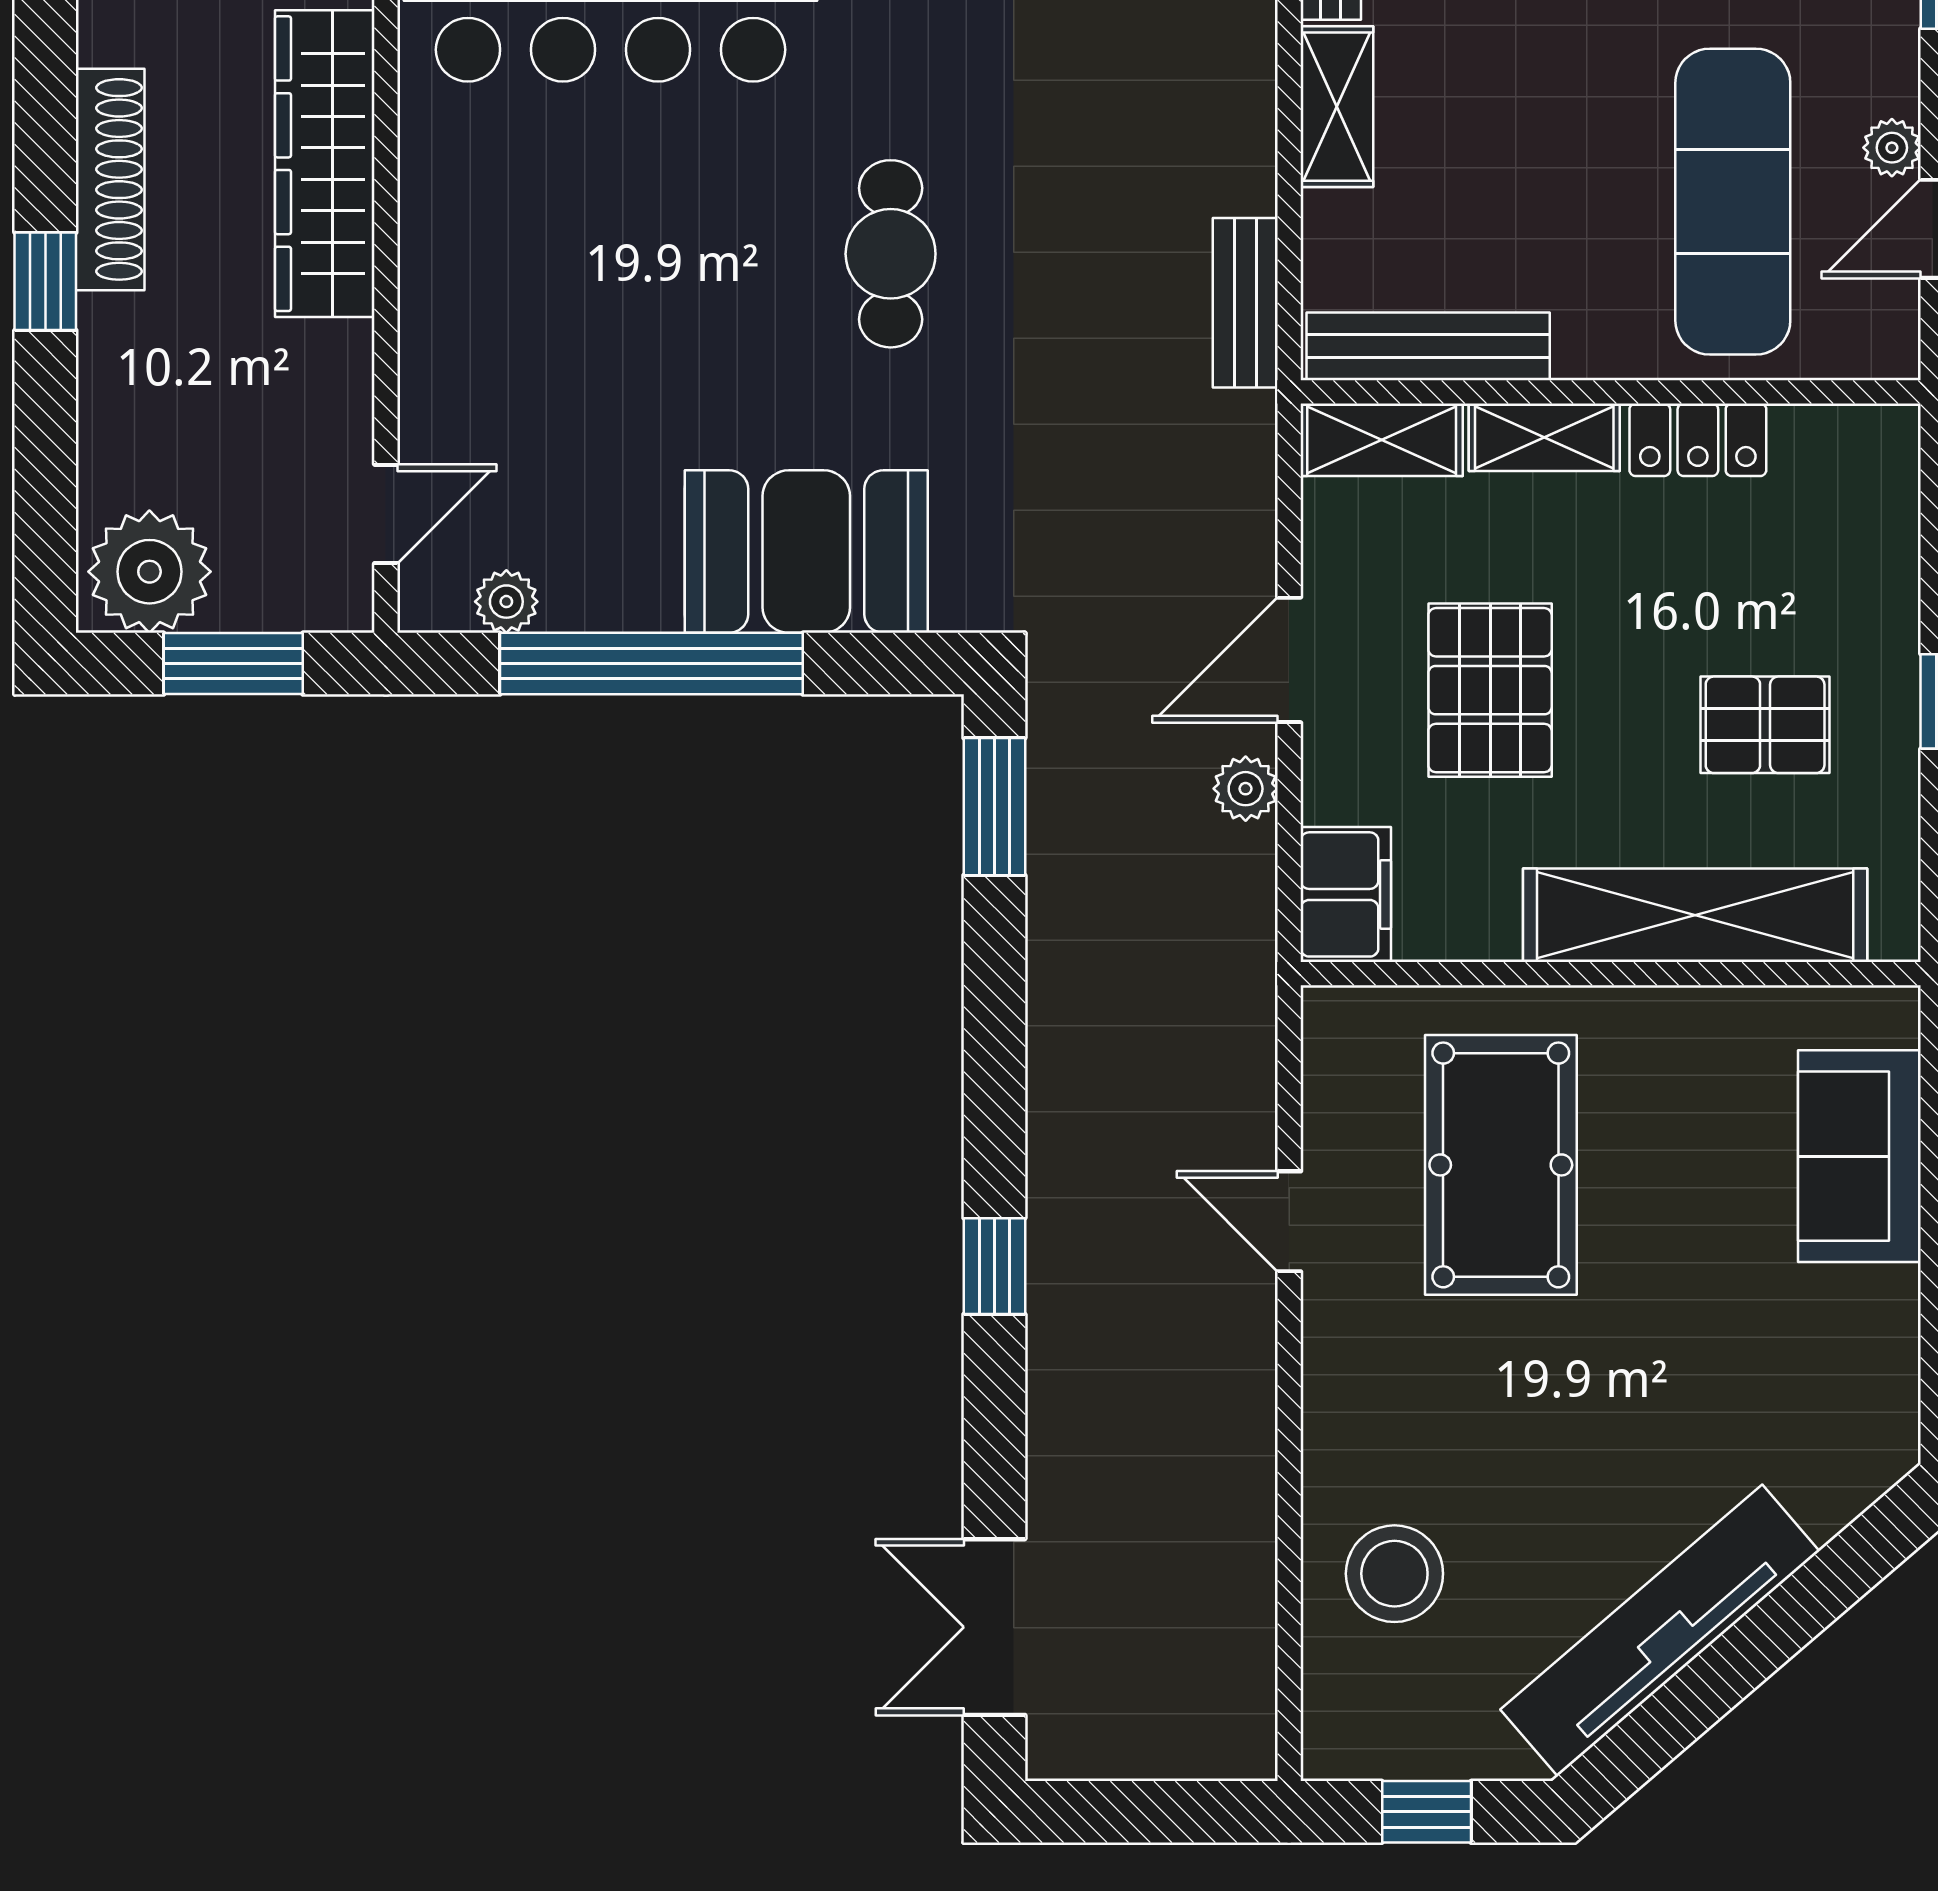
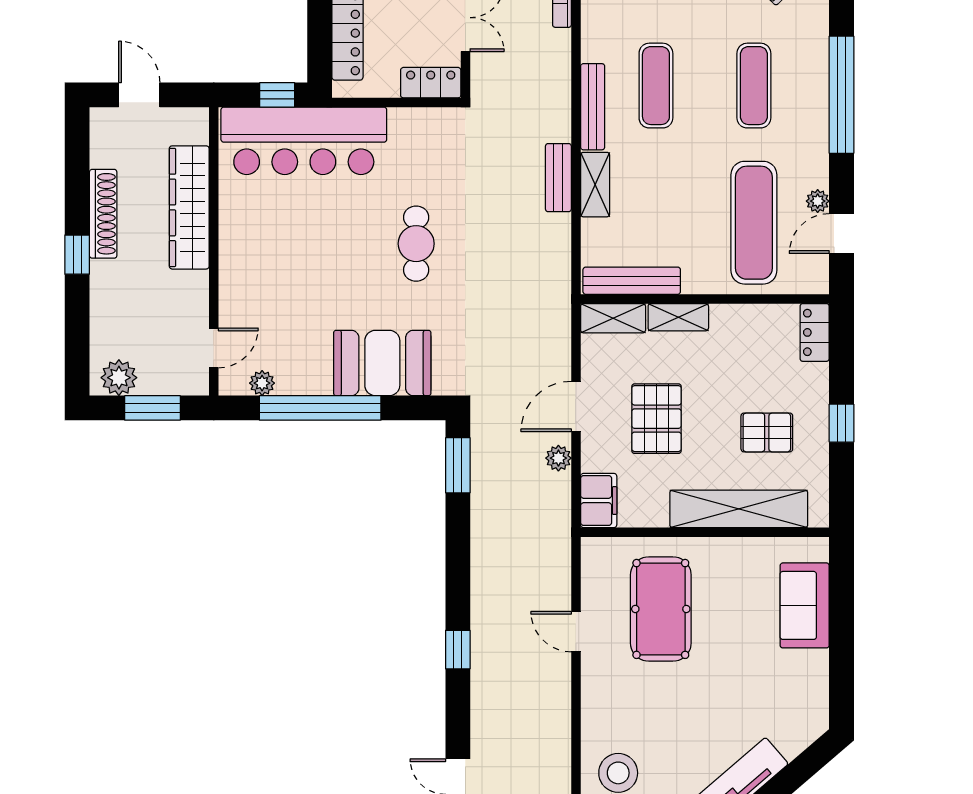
bench: (1245, 303) -> (558, 178), moved
locker: (1698, 440) -> (815, 332), moved, turned 90
plant: (149, 572) -> (119, 378), width x0.73, depth x0.73

